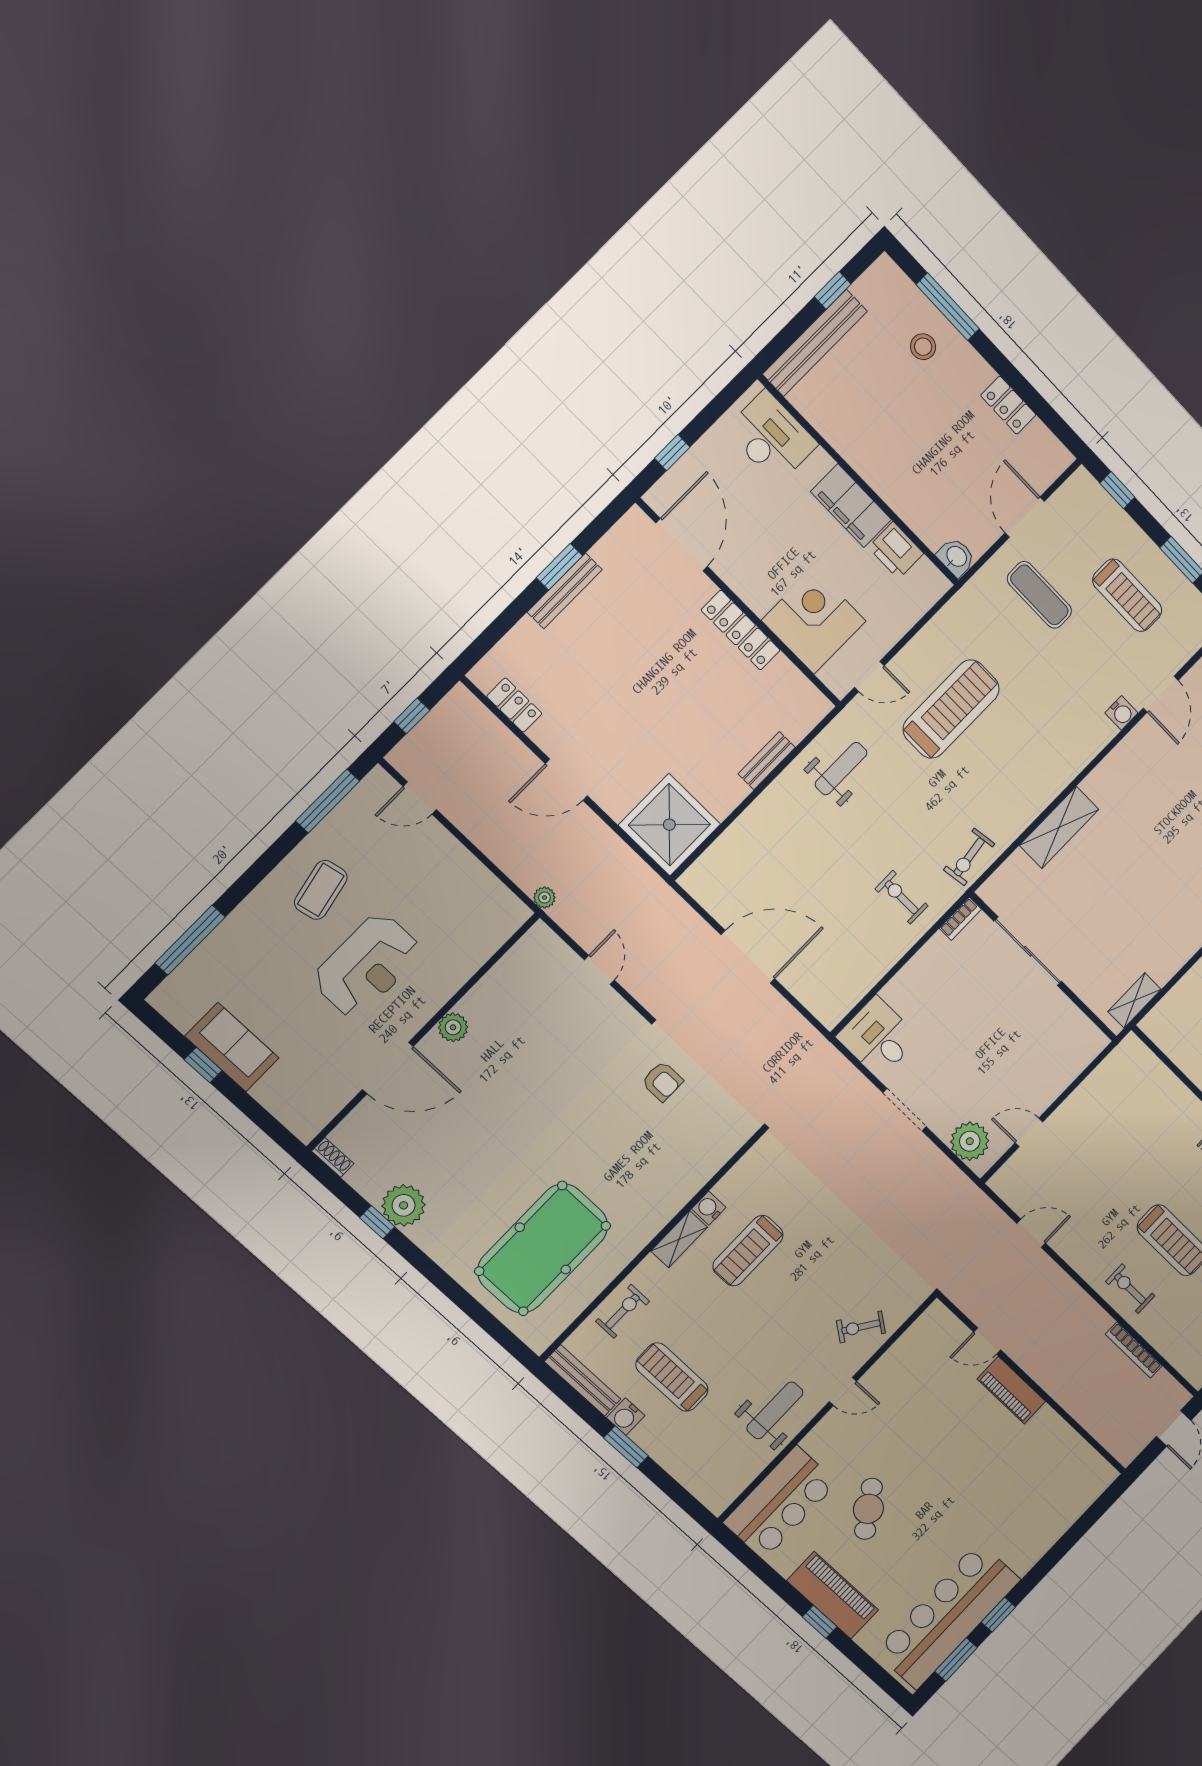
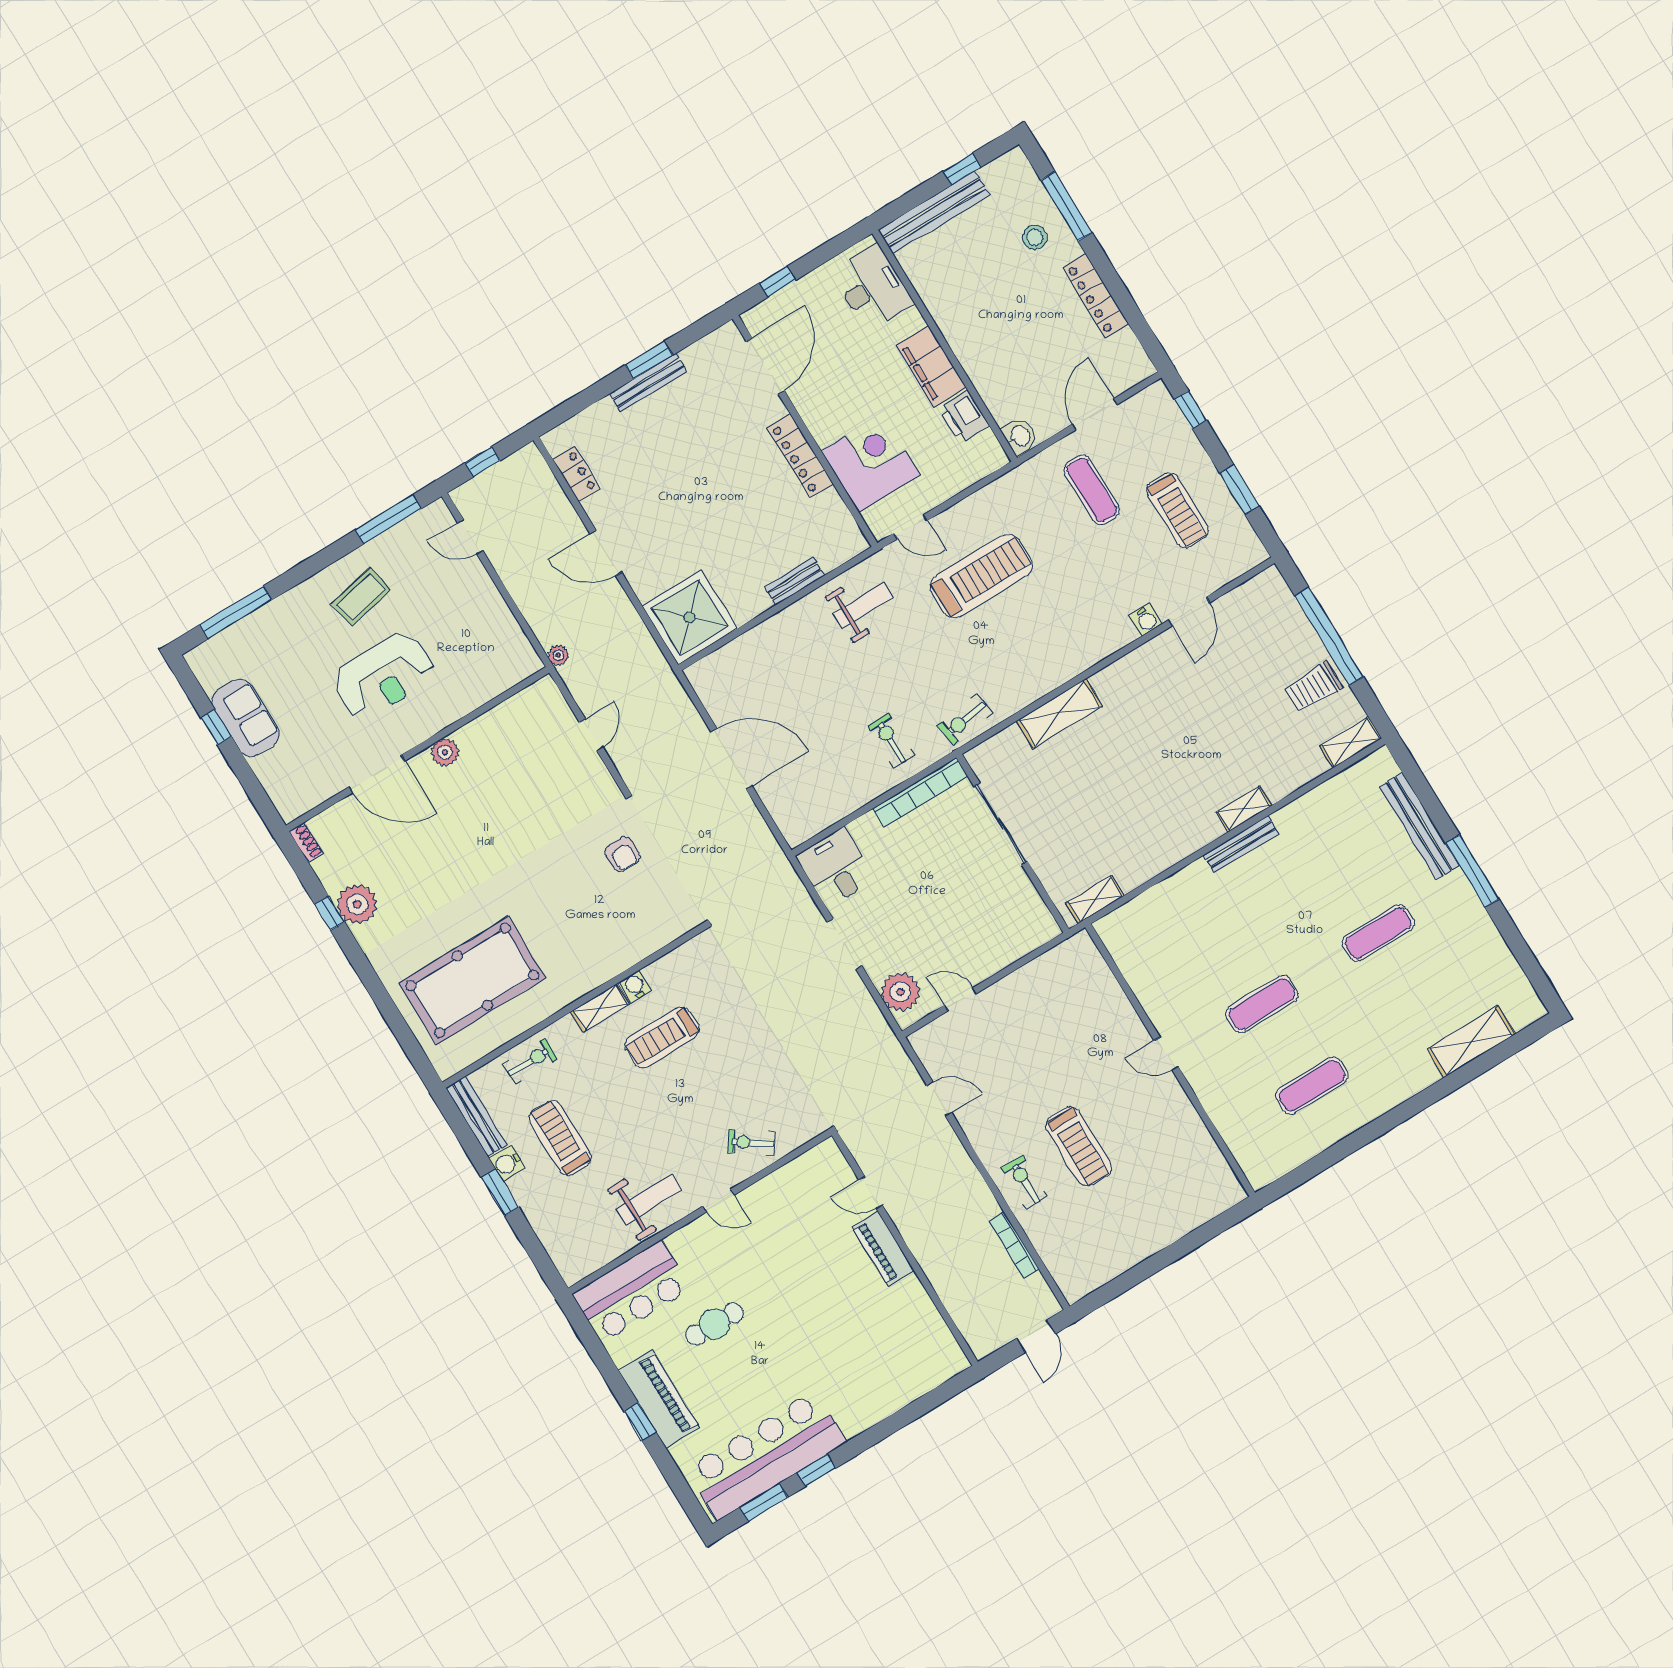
locker: (1008, 405) -> (1096, 296), width x1.53
bookcase: (960, 919) -> (920, 793), width x2.31, depth x1.31
cafe table: (868, 1509) -> (715, 1324), turned 37

